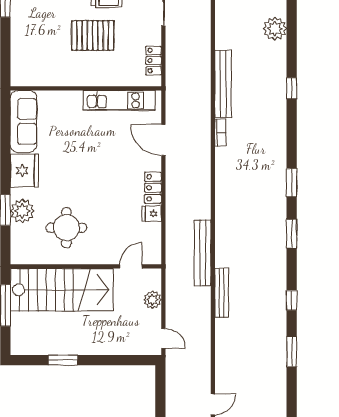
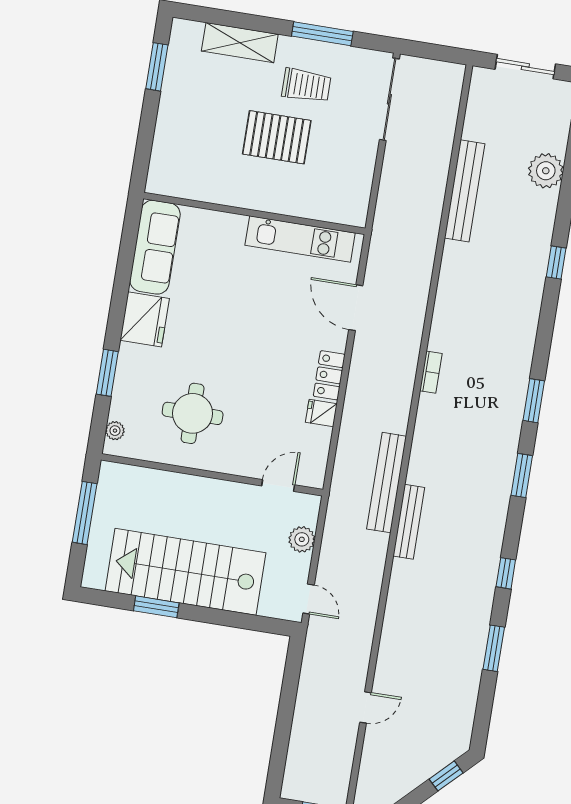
locker: (154, 61) -> (360, 189), removed
bench: (223, 84) -> (465, 191), moved
bookcase: (220, 133) -> (431, 372), moved
plant: (22, 211) -> (115, 431), moved, width x0.53, depth x0.53
stairs: (62, 290) -> (186, 572), moved, turned 180
bench: (222, 293) -> (409, 522), moved

